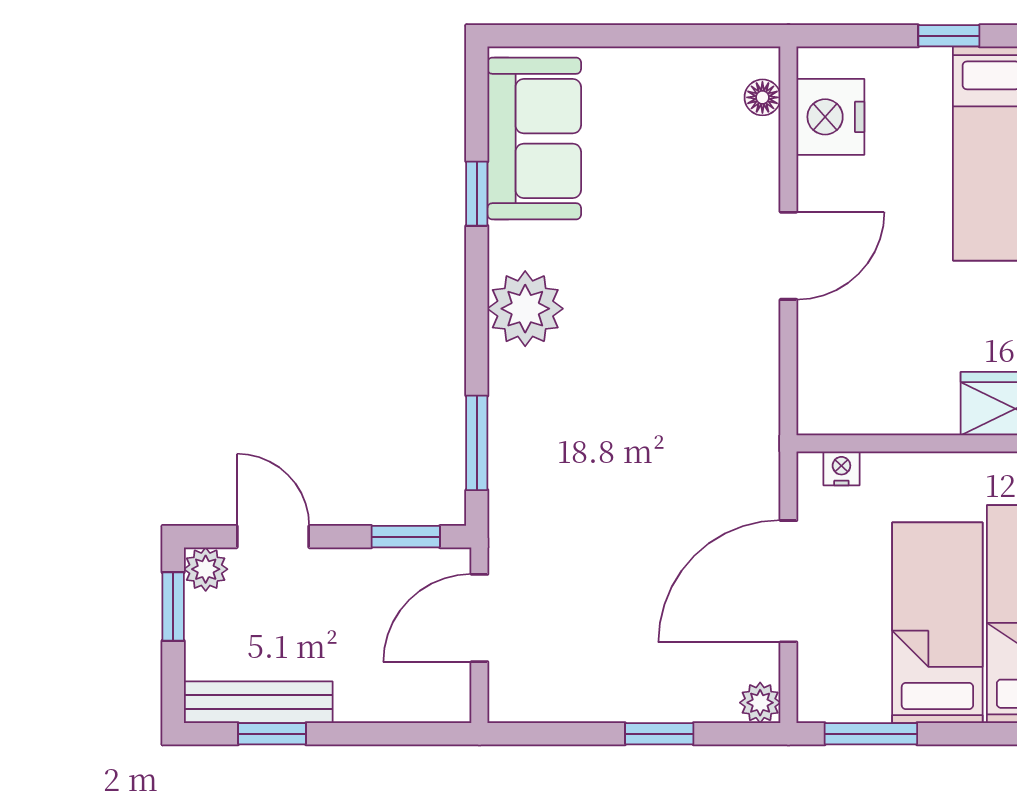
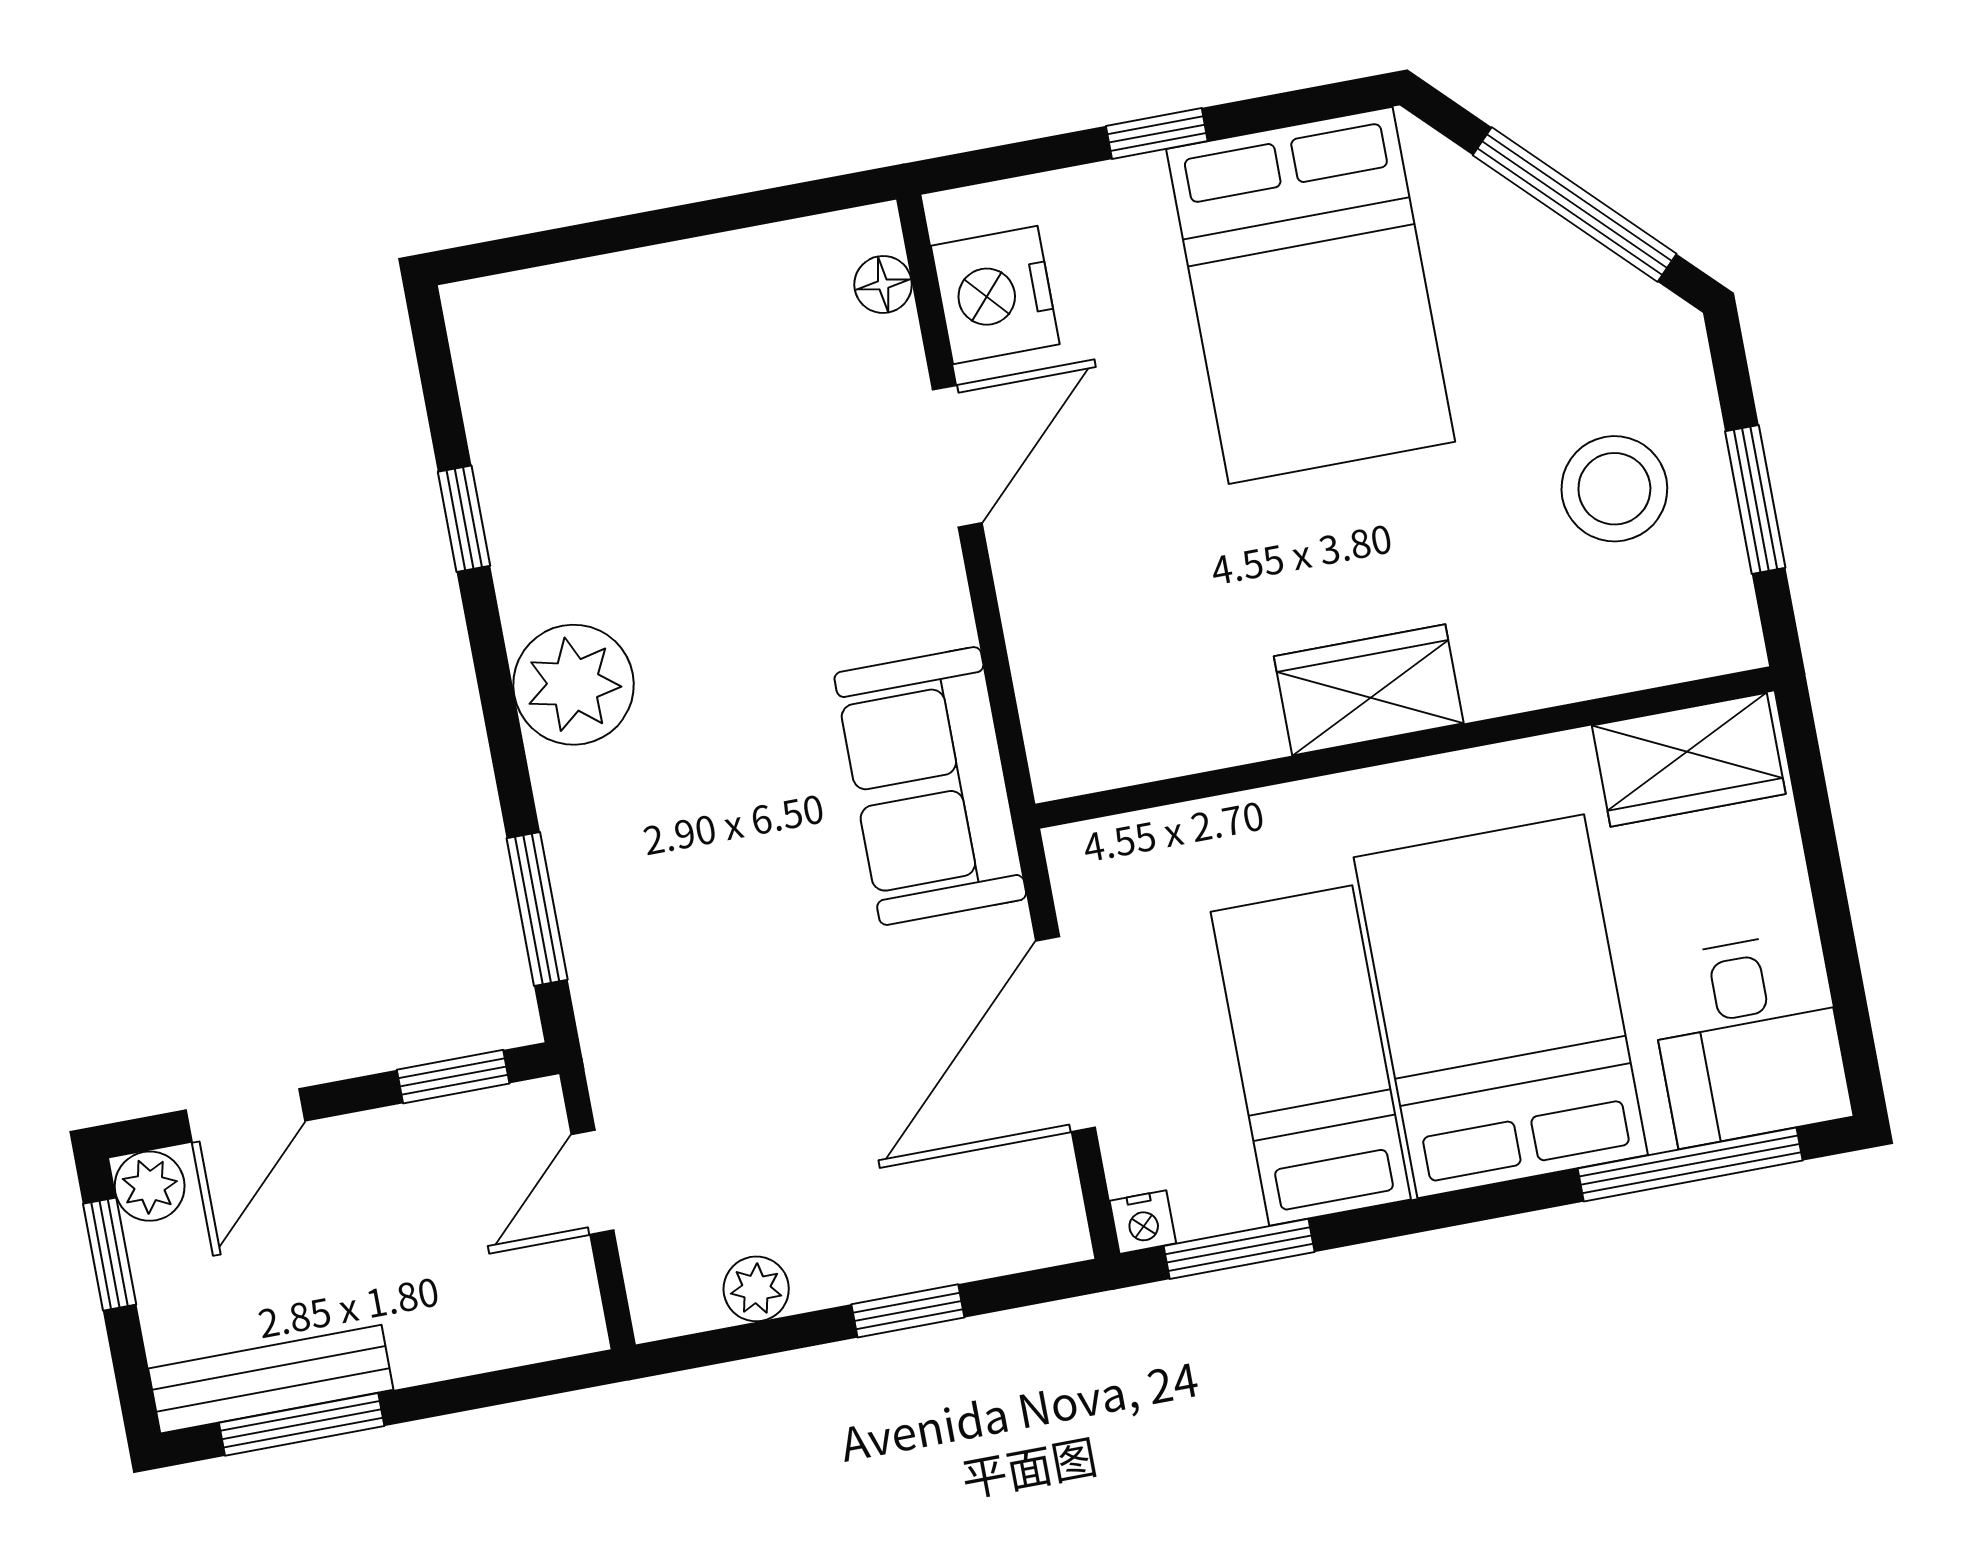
sofa: (534, 139) -> (930, 786), moved, turned 180
door: (788, 256) -> (957, 456), moved
nightstand: (841, 468) -> (1143, 1222), moved, turned 180
door: (273, 537) -> (245, 1115), swing flipped
door: (479, 618) -> (593, 1182), width x0.73
plant: (760, 703) -> (756, 1289), moved
window: (272, 734) -> (302, 1424), width x1.50

